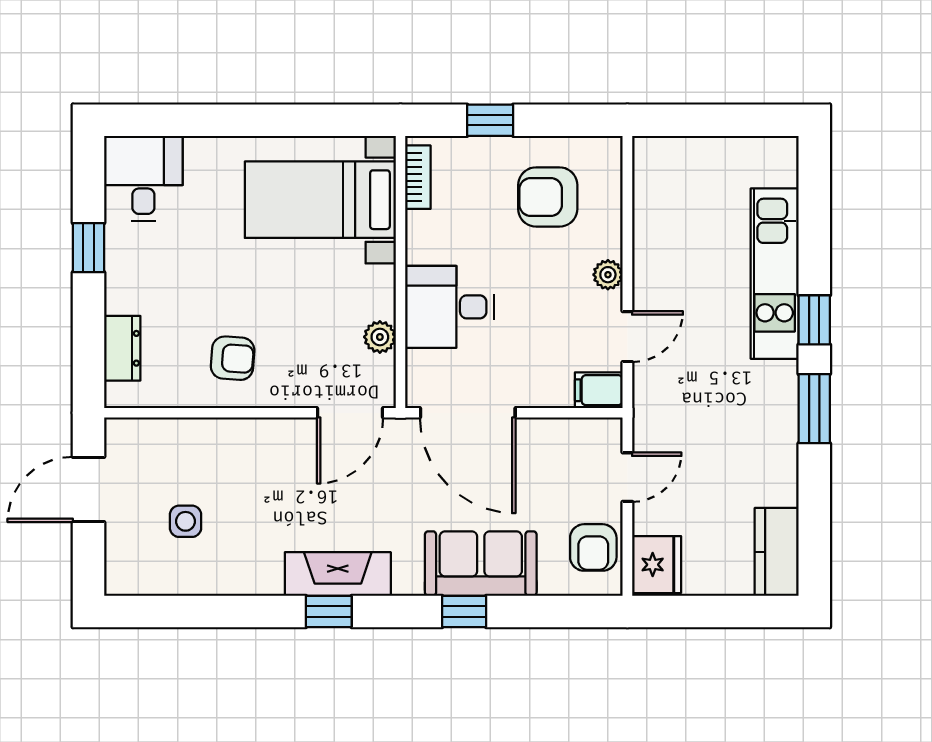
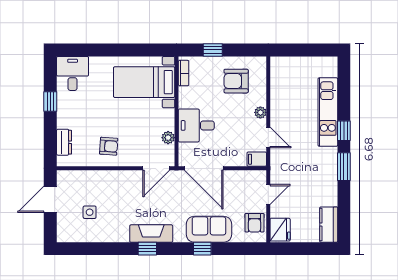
door: (627, 337) -> (268, 138), hinge flipped

